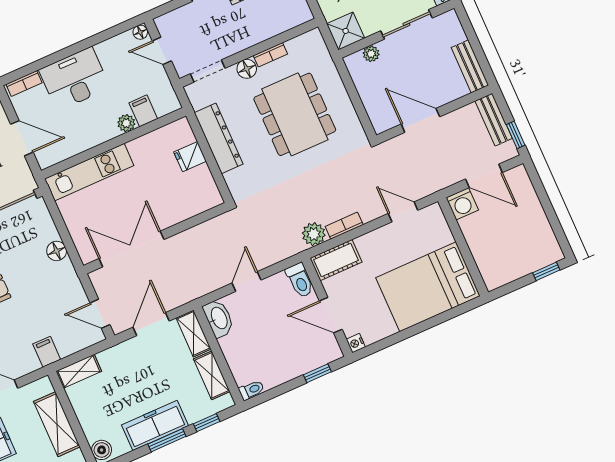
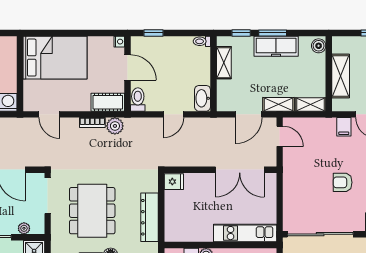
doorway: (359, 108) -> (48, 196), added
fridge: (190, 157) -> (174, 182), moved
floor lamp: (57, 251) -> (290, 190), removed
shelving: (193, 333) -> (279, 104), moved, turned 90
filing cabinet: (47, 352) -> (344, 127), moved

